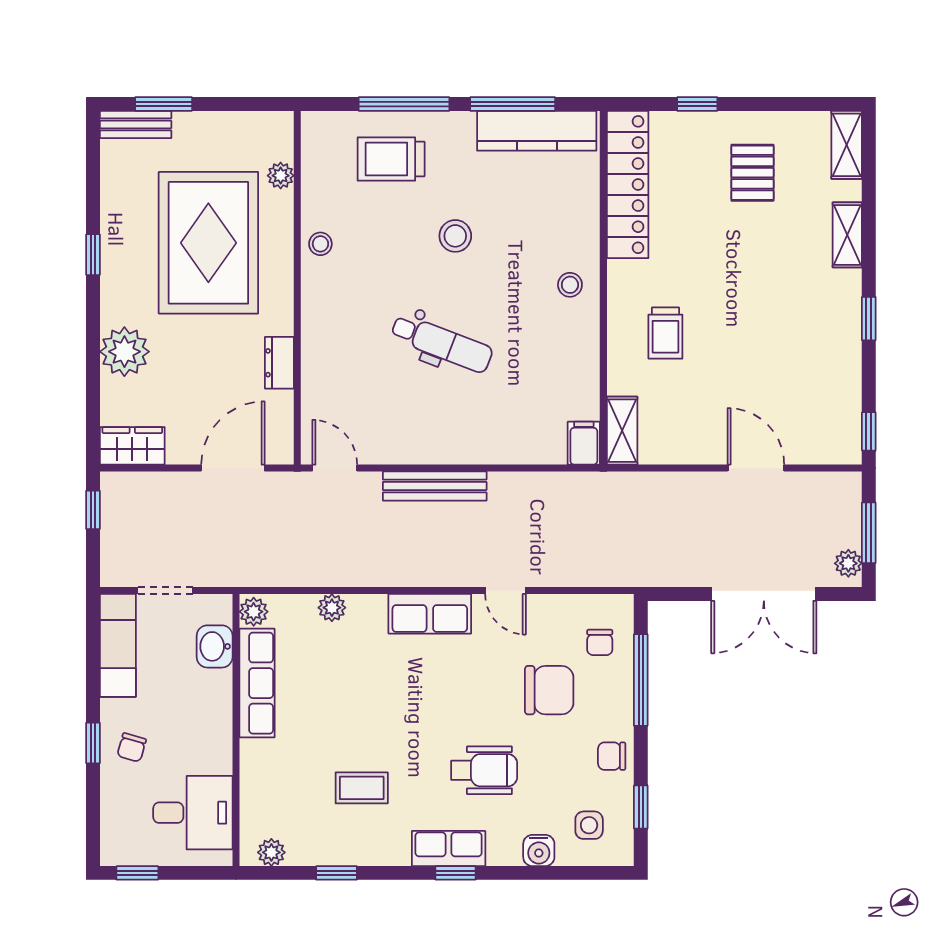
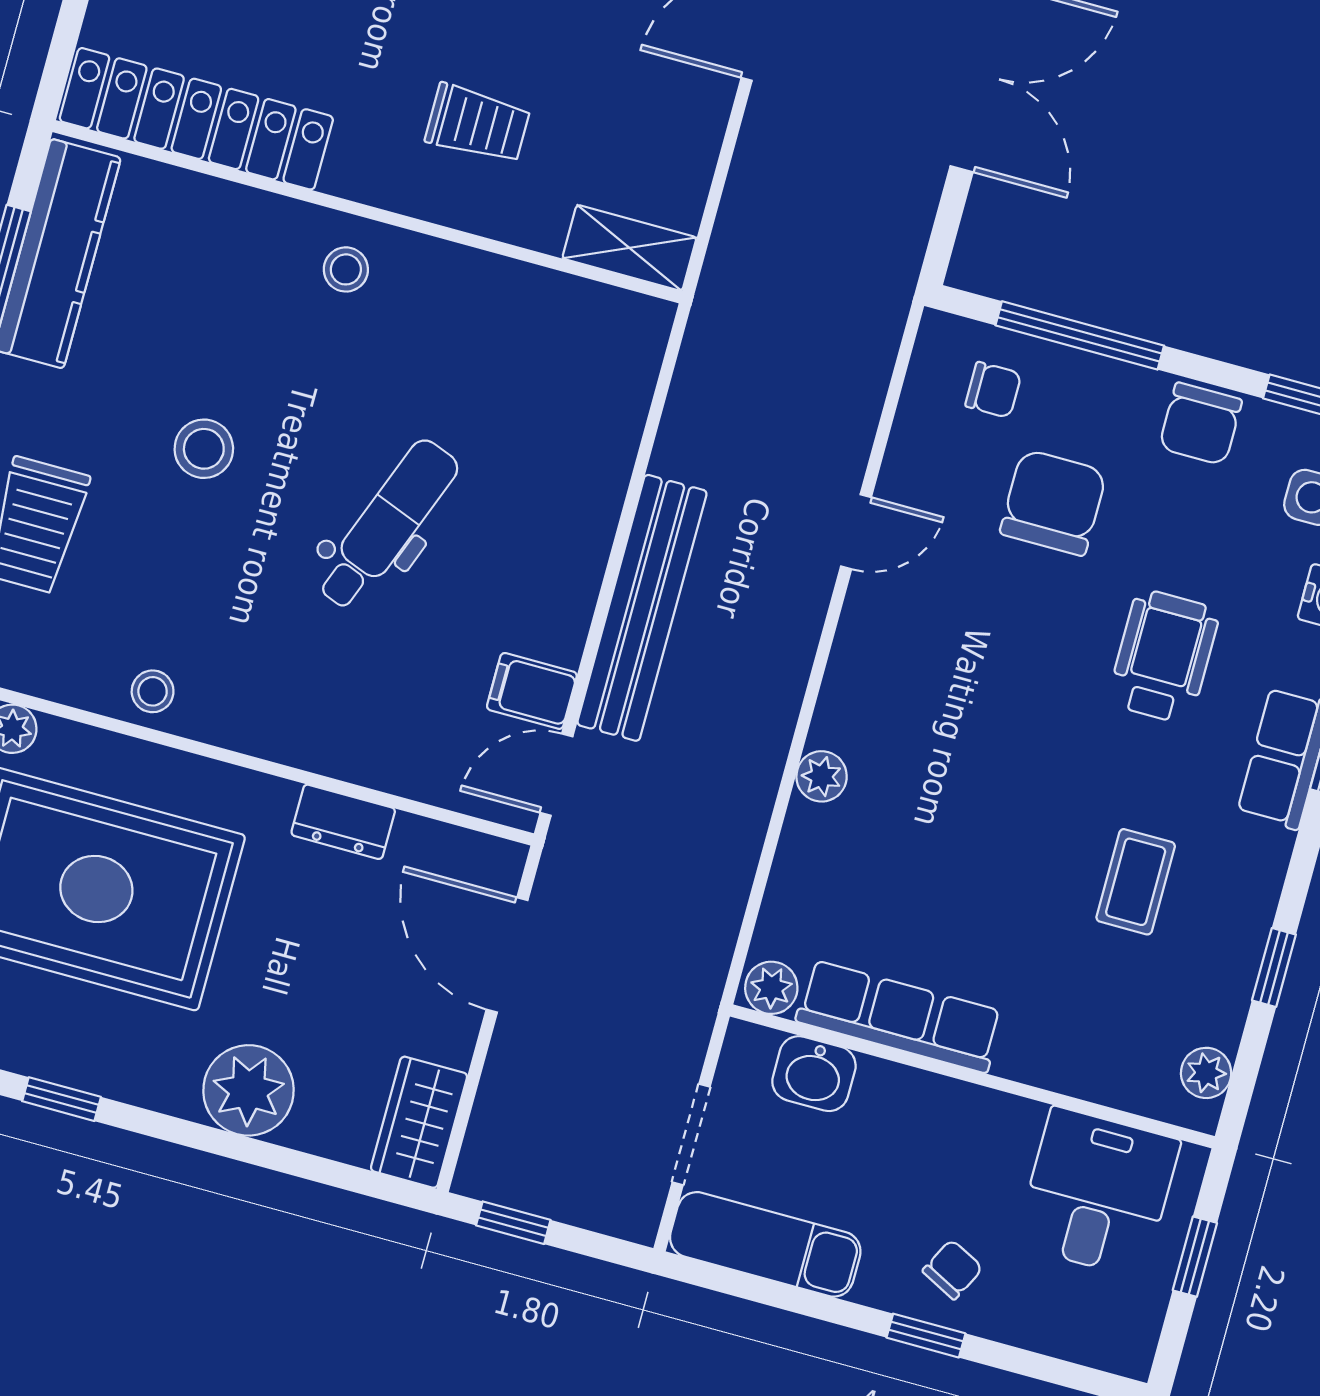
filing cabinet: (584, 443) -> (532, 691), moved
bench: (435, 486) -> (642, 608), width x1.37, depth x1.21
plant: (332, 608) -> (822, 776), moved
row of seats: (430, 614) -> (860, 677), removed
chair: (132, 747) -> (953, 1269), turned -79
chair: (612, 756) -> (1200, 424), width x1.37, depth x1.37
window: (137, 873) -> (1195, 1257), moved

